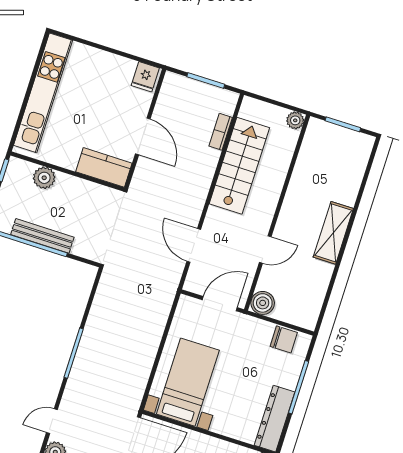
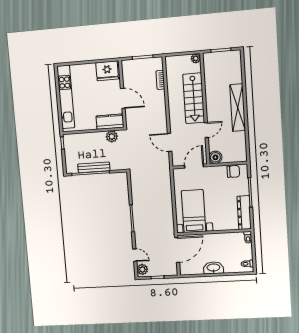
fridge: (145, 77) -> (107, 71), width x1.88, depth x1.34
stairs: (239, 166) -> (194, 98), moved, turned 180
plant: (44, 178) -> (112, 136), moved
shelving: (333, 233) -> (238, 108), width x1.47
door: (52, 421) -> (135, 255), swing flipped

